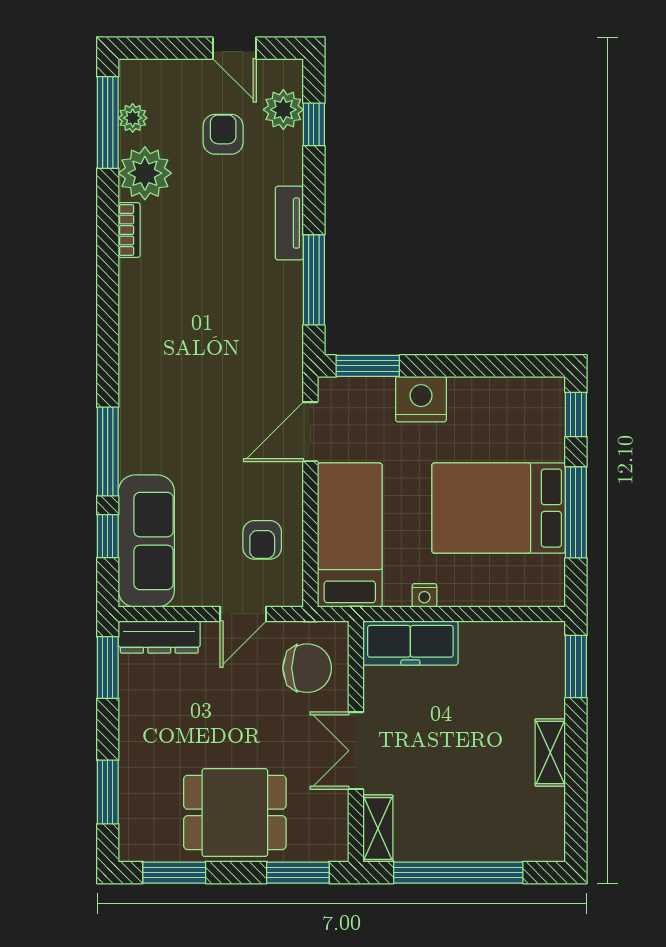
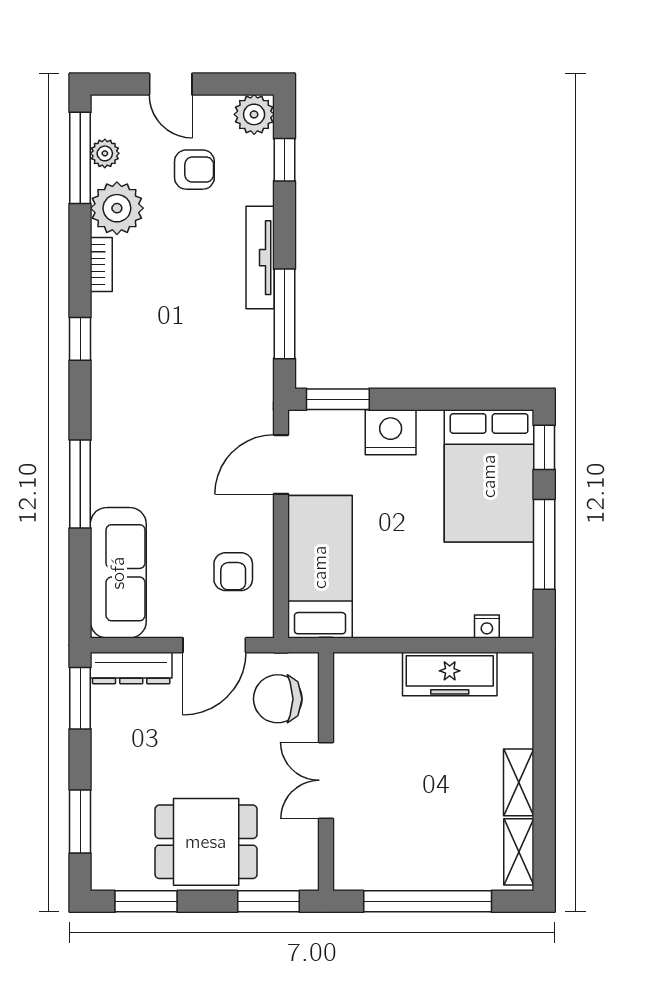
door: (234, 48) -> (171, 84), moved
plant: (283, 110) -> (254, 114), moved
armchair: (223, 134) -> (194, 170), turned 90
tv unit: (289, 223) -> (260, 258), width x1.41
bed: (499, 508) -> (489, 476), moved, turned -90
window: (108, 536) -> (80, 339), moved
nightstand: (424, 595) -> (487, 627), moved
door: (243, 614) -> (214, 645), width x1.38
freezer: (410, 643) -> (450, 674), moved
window: (576, 667) -> (544, 697), removed
chair: (307, 668) -> (278, 699), turned 180
shelving: (378, 828) -> (519, 852), moved

